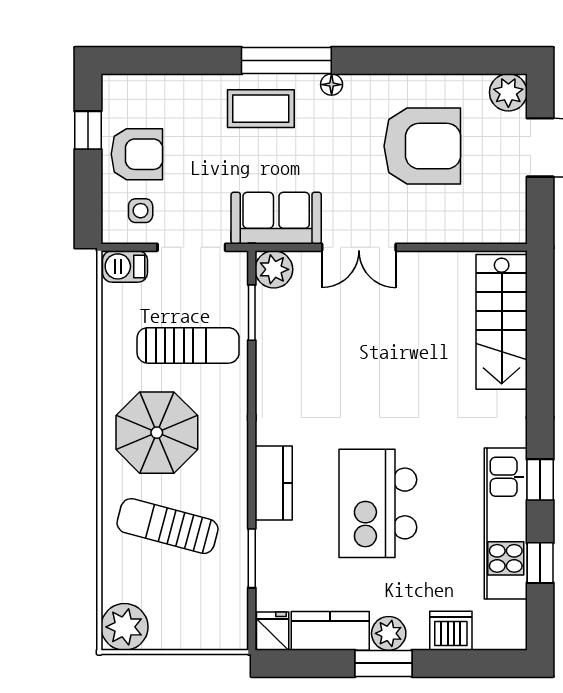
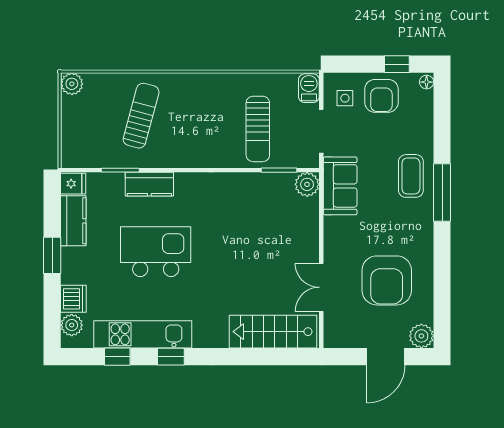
floor lamp: (332, 85) -> (427, 82), moved
double door: (359, 247) -> (321, 287), moved
parasol: (157, 433) -> (201, 109), removed
kitchen counter: (274, 483) -> (149, 184), moved
plant: (124, 627) -> (72, 84), width x0.73, depth x0.73
plant: (389, 633) -> (72, 325), moved

